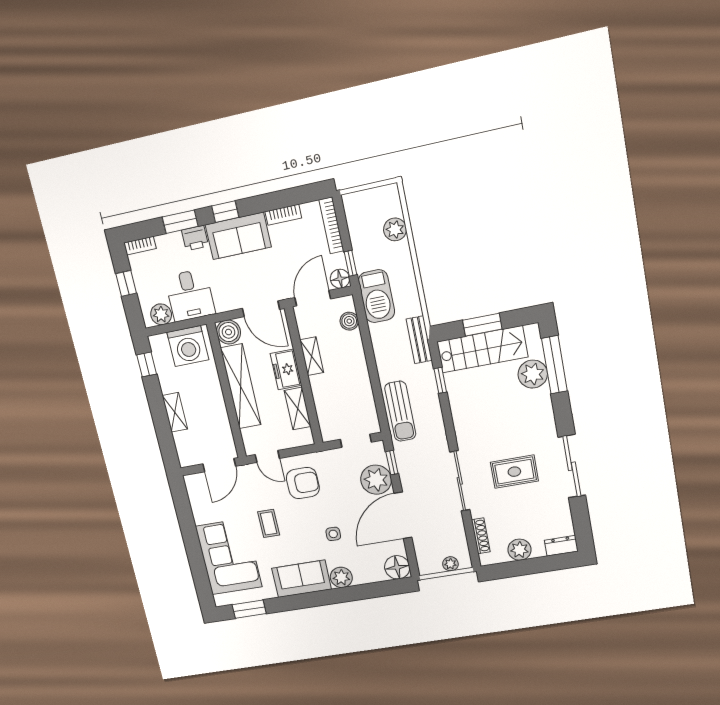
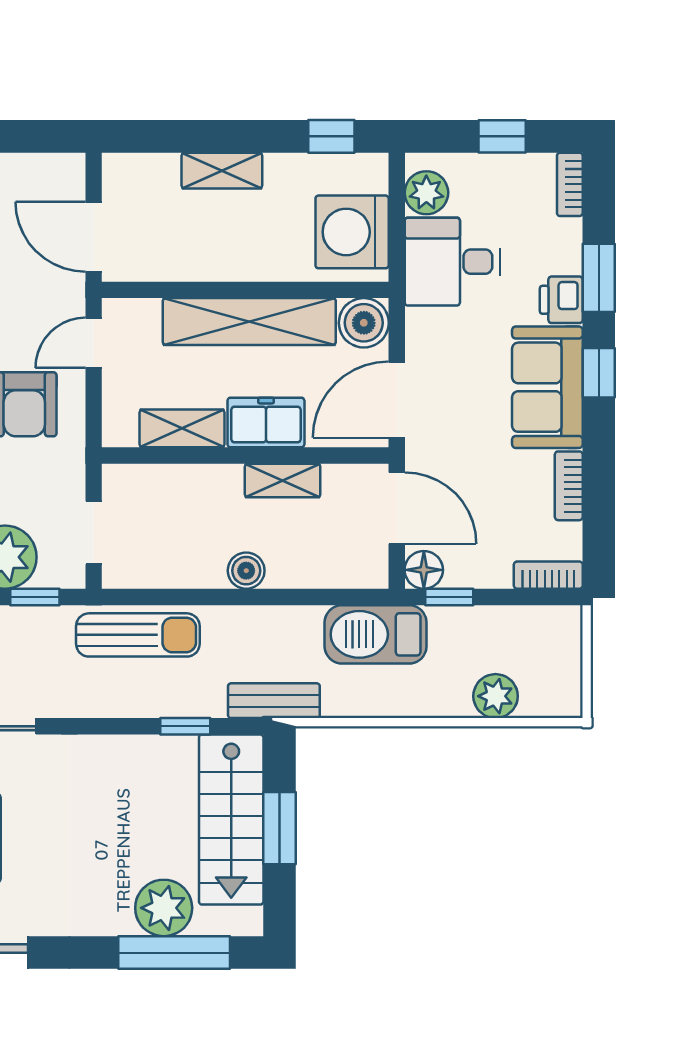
bookcase: (331, 225) -> (548, 575), width x0.64
boiler: (349, 321) -> (246, 571), moved
sun lounger: (400, 411) -> (138, 635), turned 180

